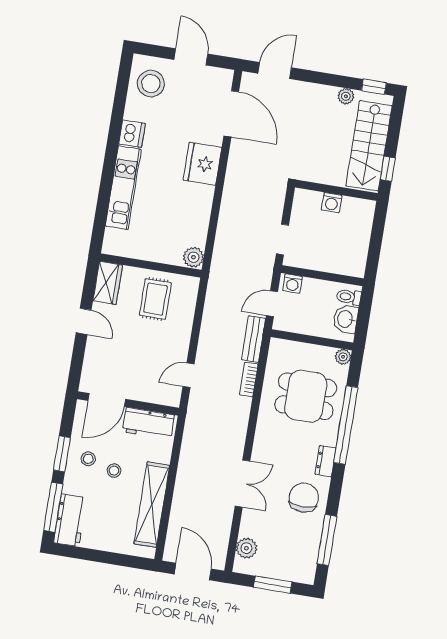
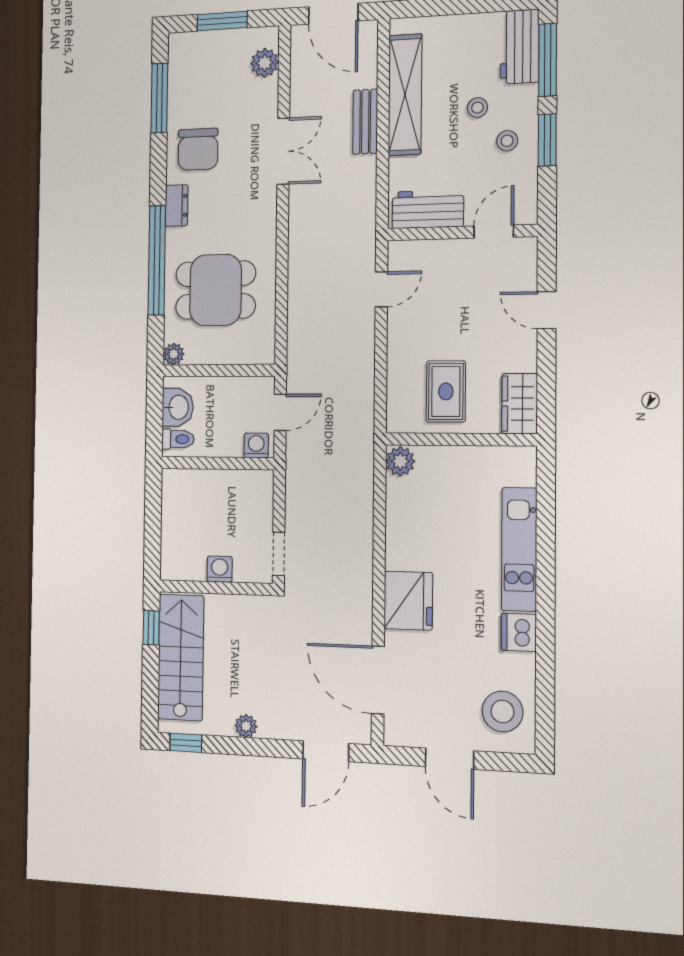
plant: (346, 96) -> (246, 726), moved
doorway: (282, 239) -> (279, 554), moved
door: (84, 321) -> (547, 310), moved
bench: (254, 339) -> (365, 122), moved
bookcase: (249, 380) -> (296, 299), removed
door: (107, 400) -> (494, 232), width x0.73
stool: (114, 471) -> (477, 108), moved
double door: (243, 483) -> (283, 151), swing flipped

